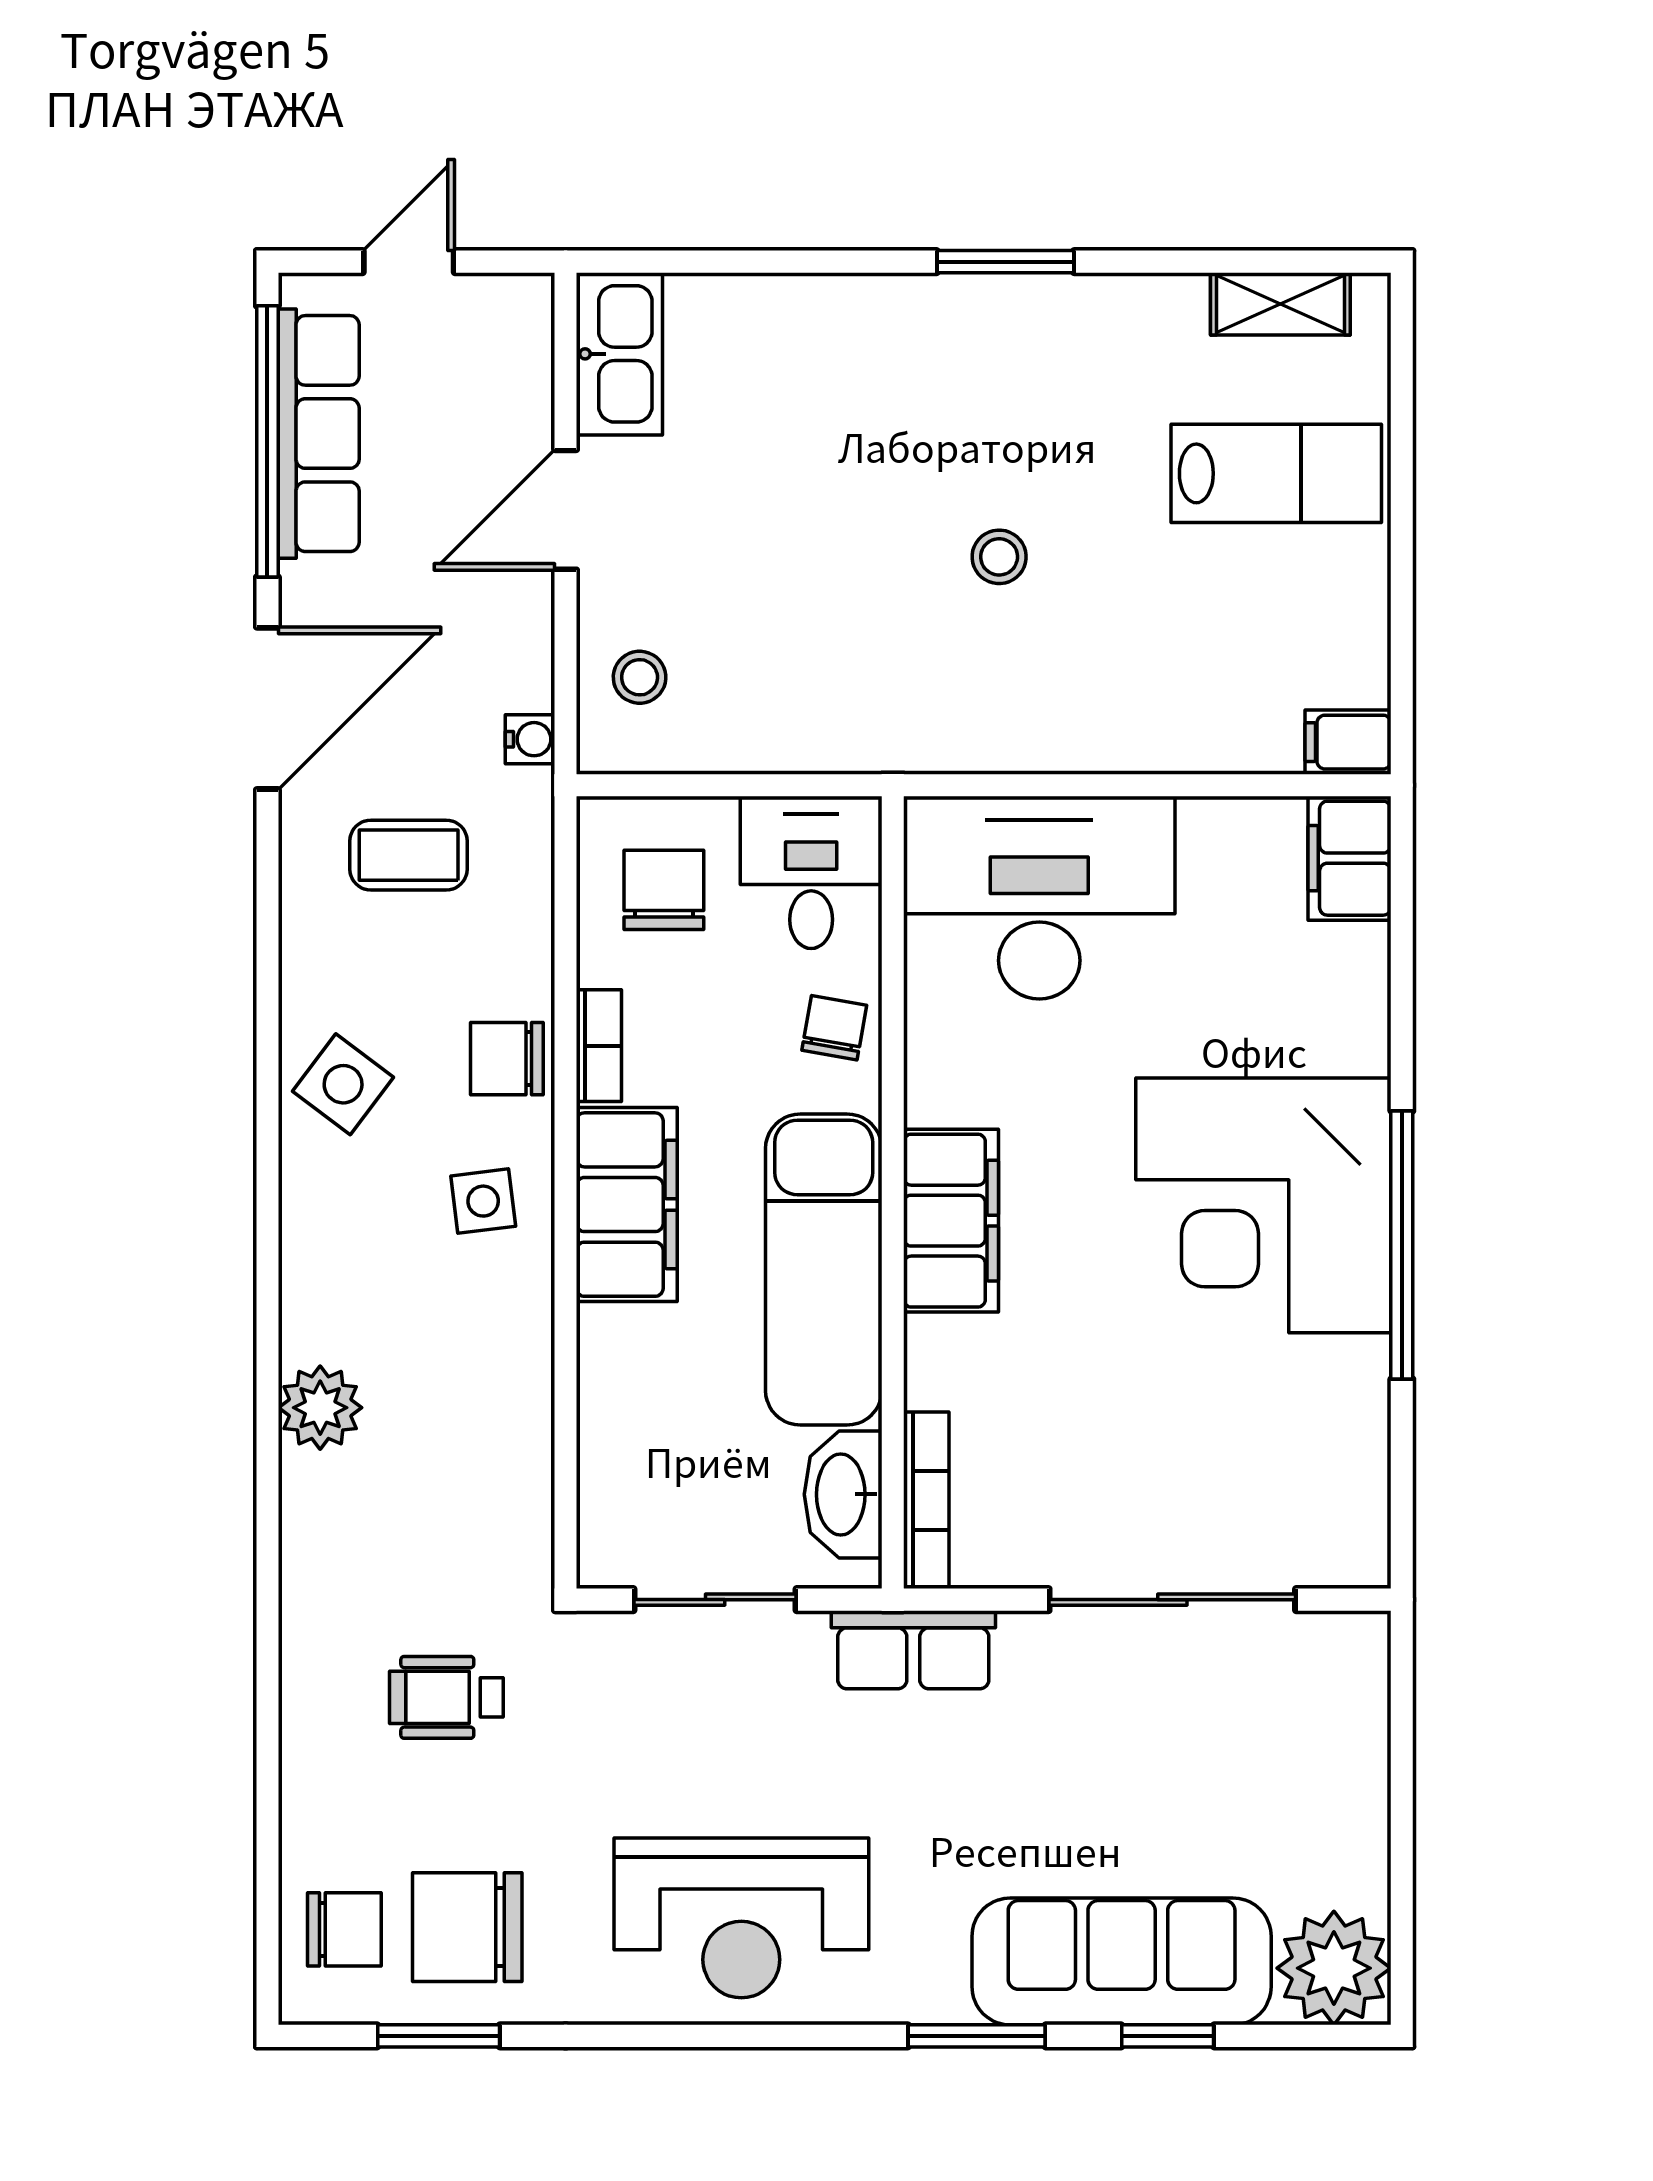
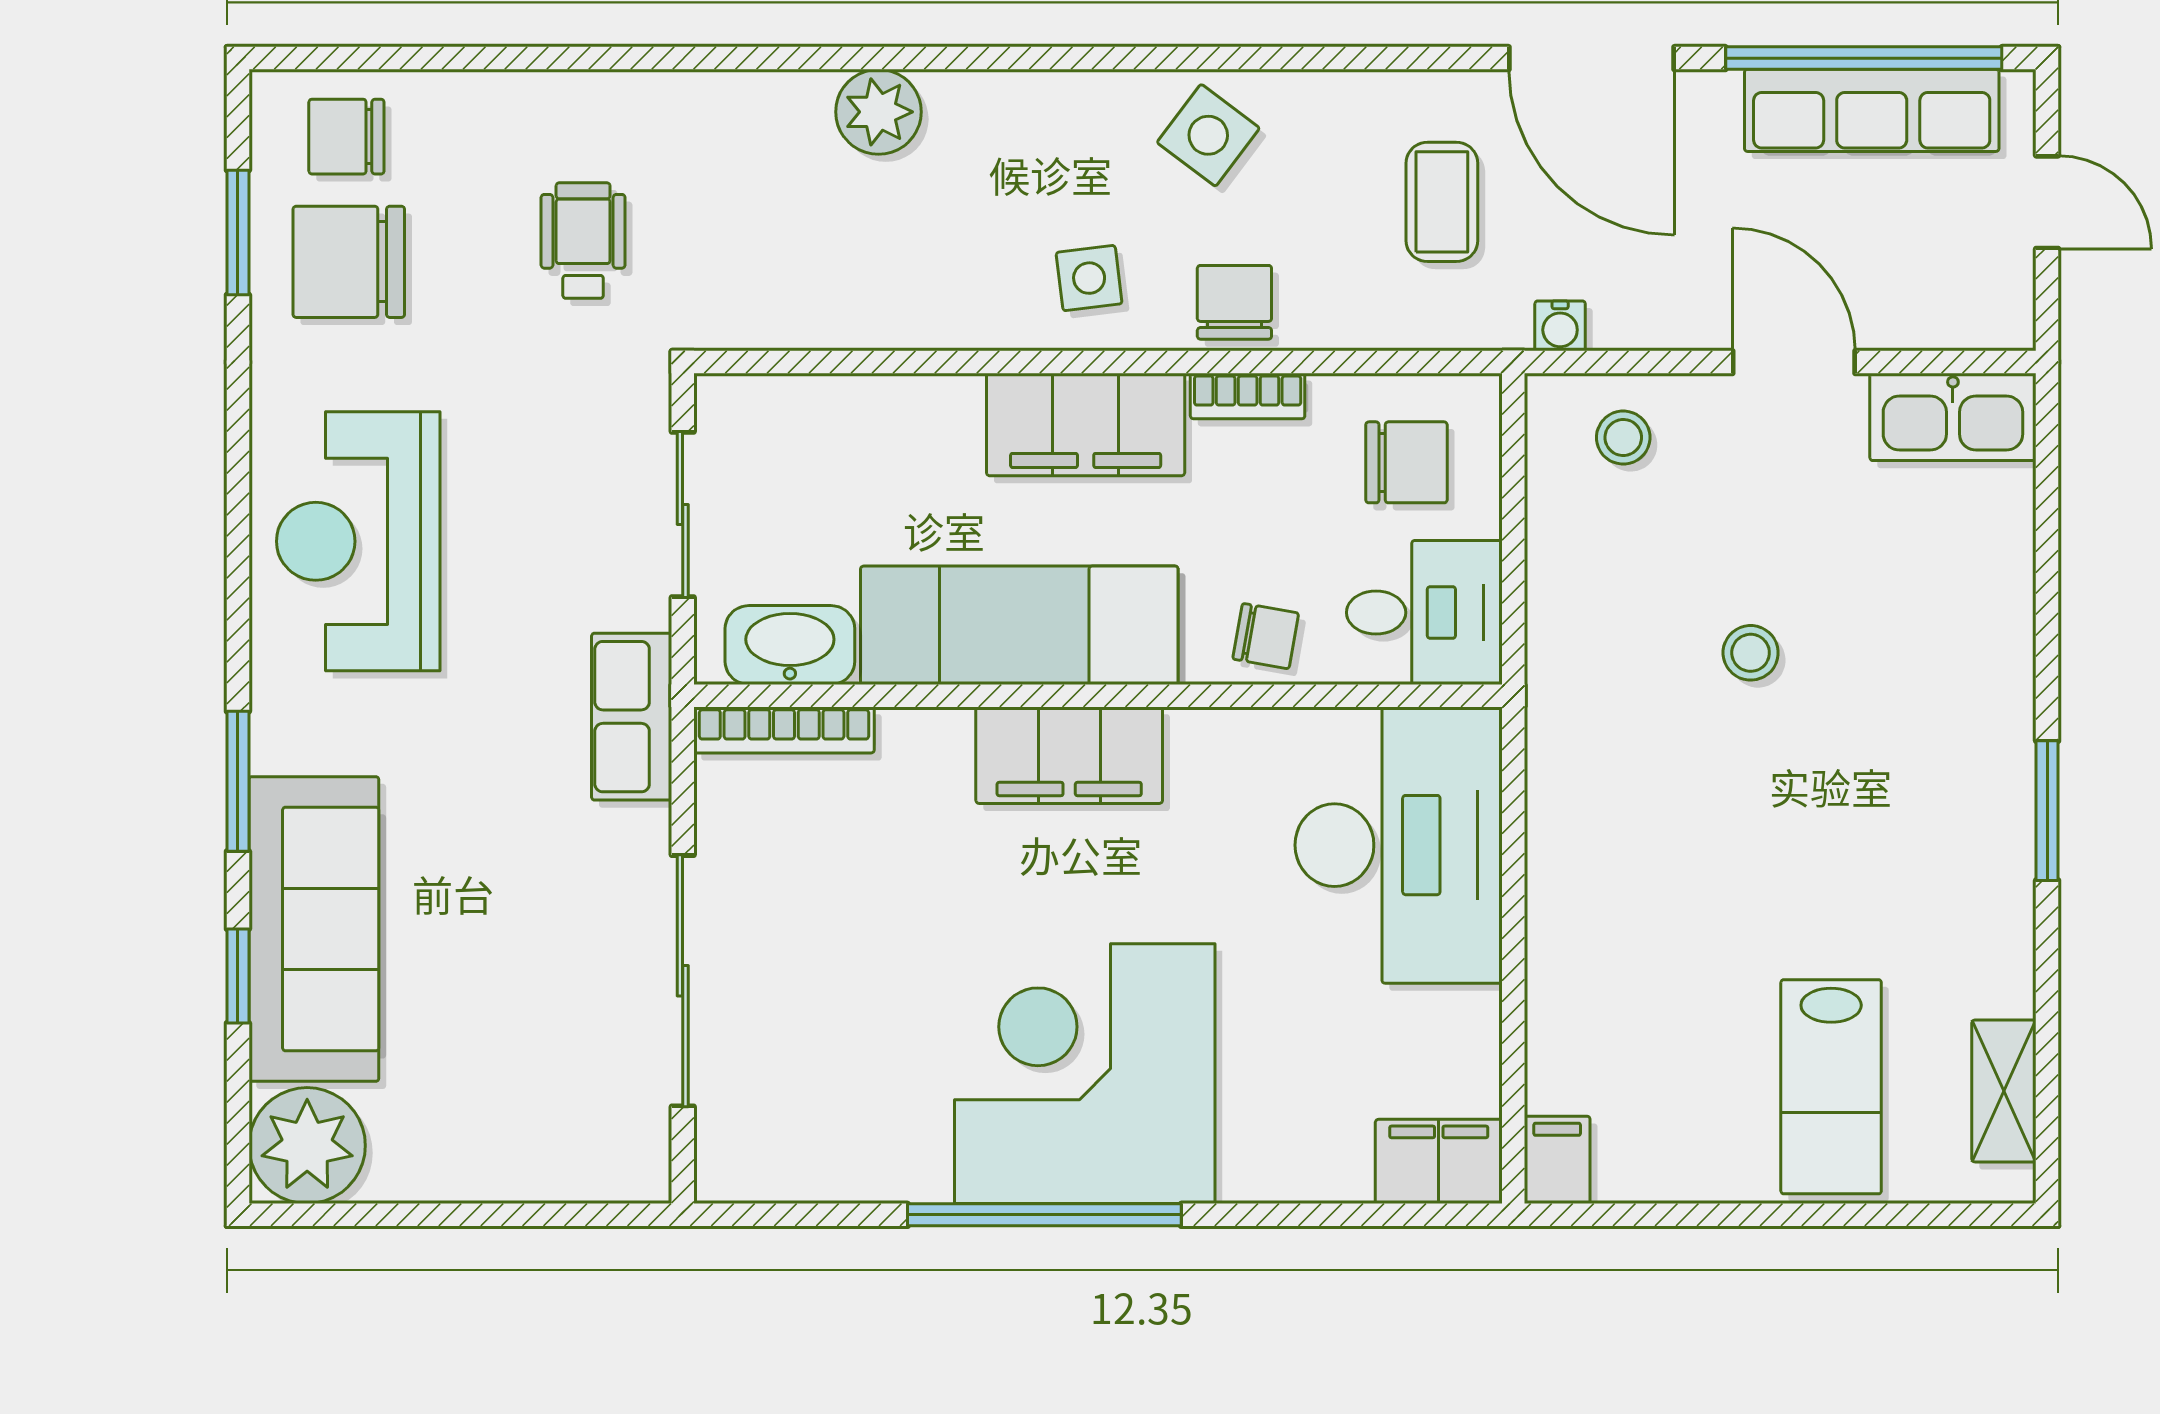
stool: (999, 557) -> (1751, 653), moved
chair: (467, 1927) -> (349, 262), turned -90
chair: (344, 1929) -> (346, 137), turned 90

